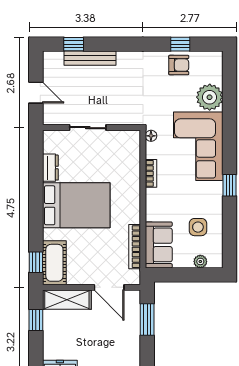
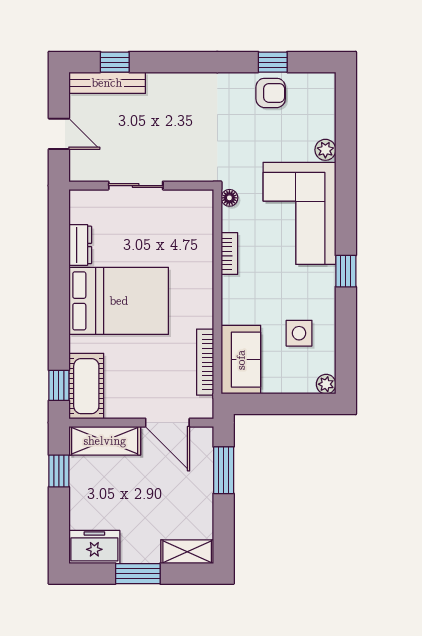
bench: (90, 58) -> (107, 83), moved
plant: (210, 97) -> (325, 150), width x0.53, depth x0.53
plant: (200, 261) -> (326, 384), moved

